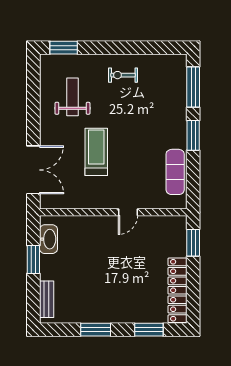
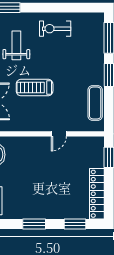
exercise bike: (123, 75) -> (55, 29), width x1.38, depth x1.39
treadmill: (96, 152) -> (35, 88), turned -90

